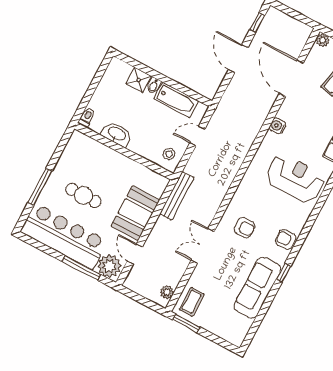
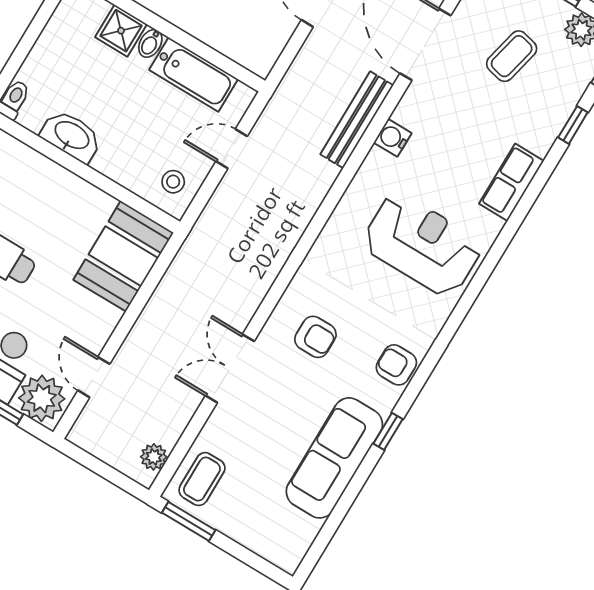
bench: (177, 196) -> (357, 120), moved
booth: (135, 213) -> (123, 256), moved

